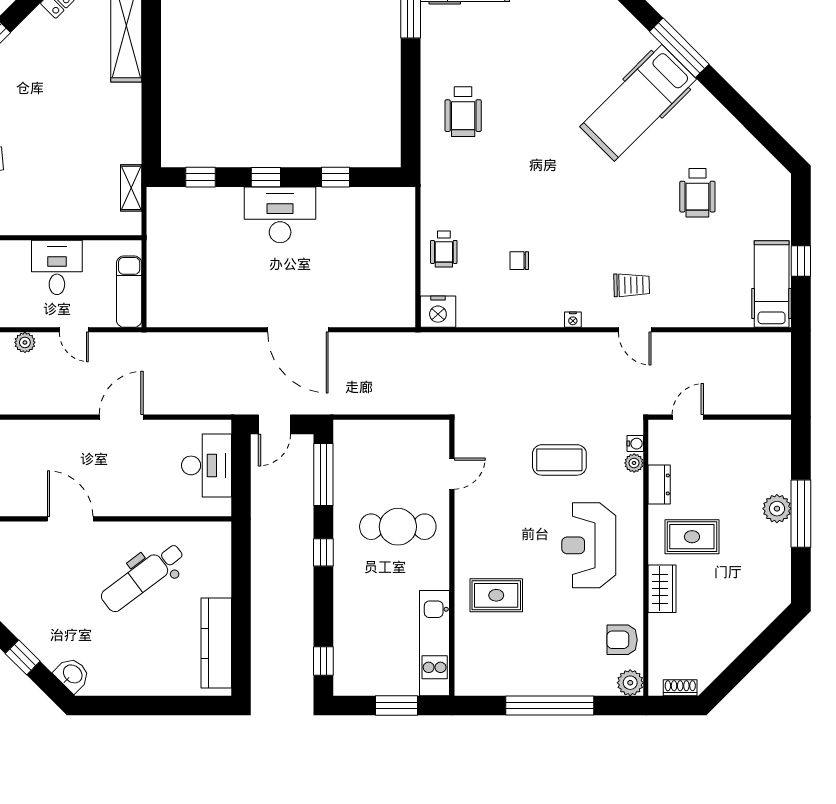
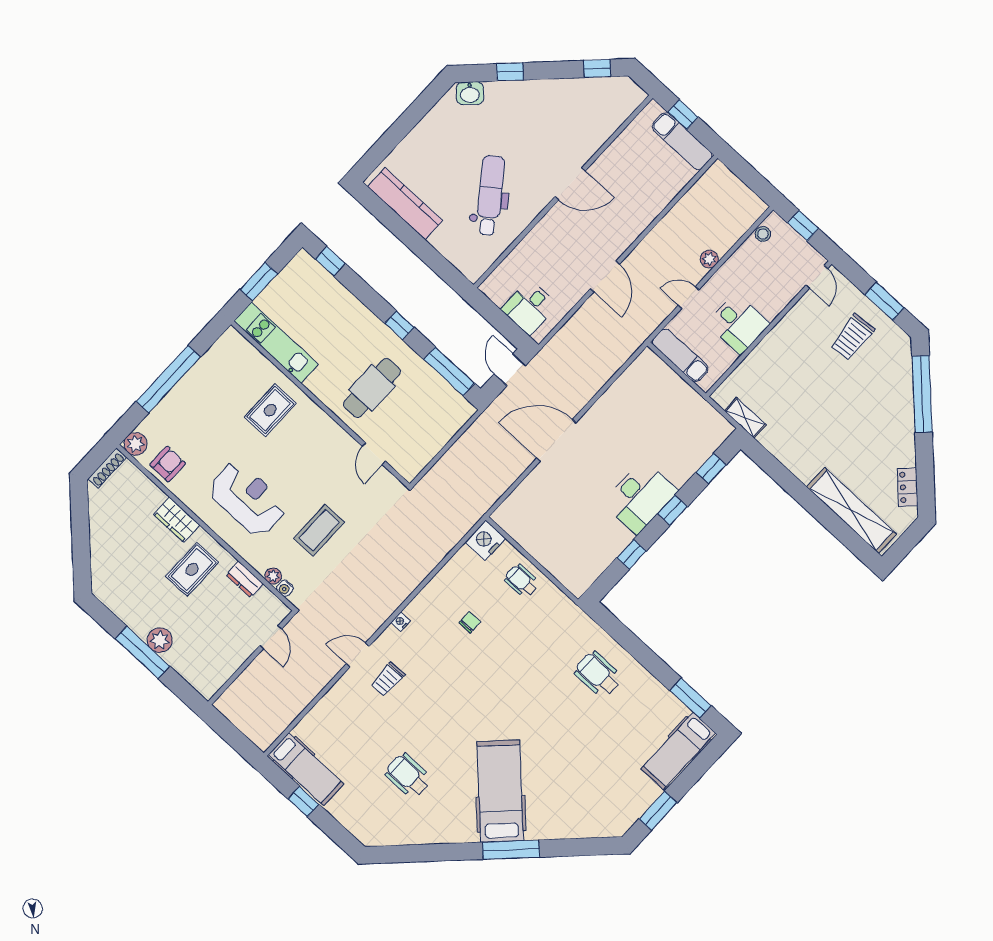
desk: (206, 465) -> (529, 307), width x0.73
shoe rack: (680, 688) -> (107, 468), width x1.43

